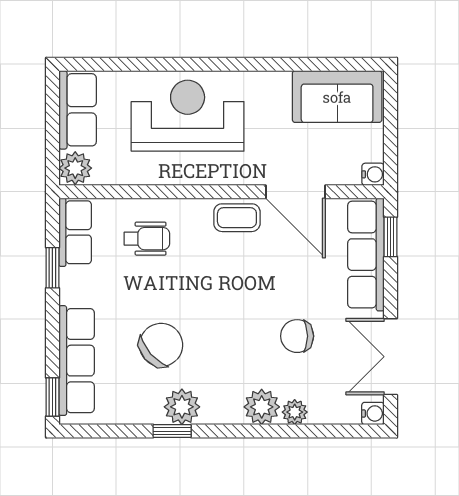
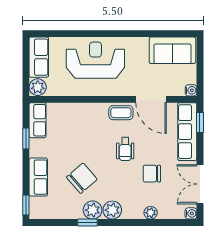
wheelchair: (147, 239) -> (125, 149), moved, turned 90
row of seats: (77, 361) -> (38, 177), width x0.68
plant: (262, 407) -> (112, 210), moved

